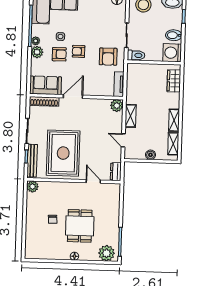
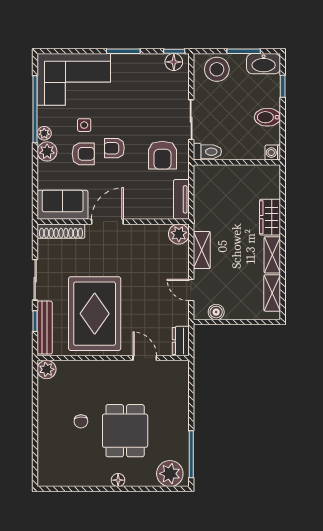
washing machine: (172, 53) -> (273, 153), width x0.53, depth x0.53
wardrobe: (174, 81) -> (270, 217), moved
boiler: (150, 155) -> (216, 312), moved

